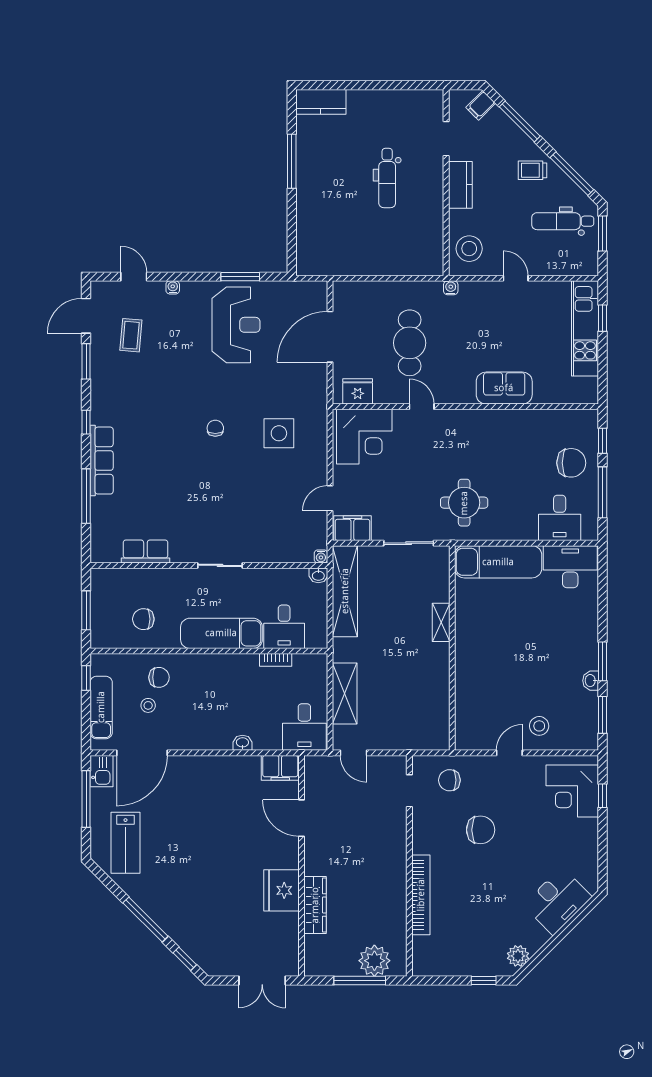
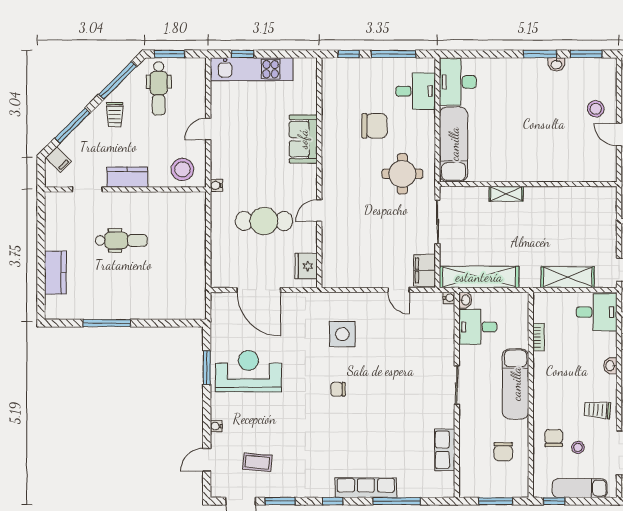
kitchen counter: (321, 102) -> (55, 273), moved
corner desk: (364, 437) -> (345, 260), removed
chair: (571, 463) -> (374, 126), moved, turned 90
desk: (284, 627) -> (478, 327), moved, turned 180
trolley: (191, 728) -> (597, 410), added

